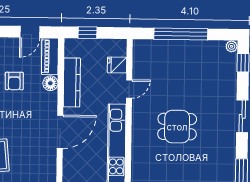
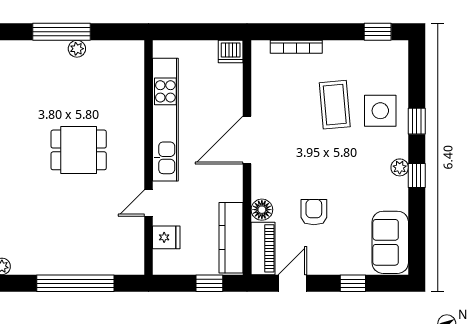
kitchen counter: (72, 82) -> (231, 238), moved

